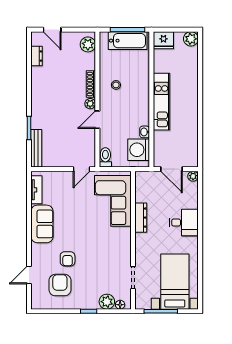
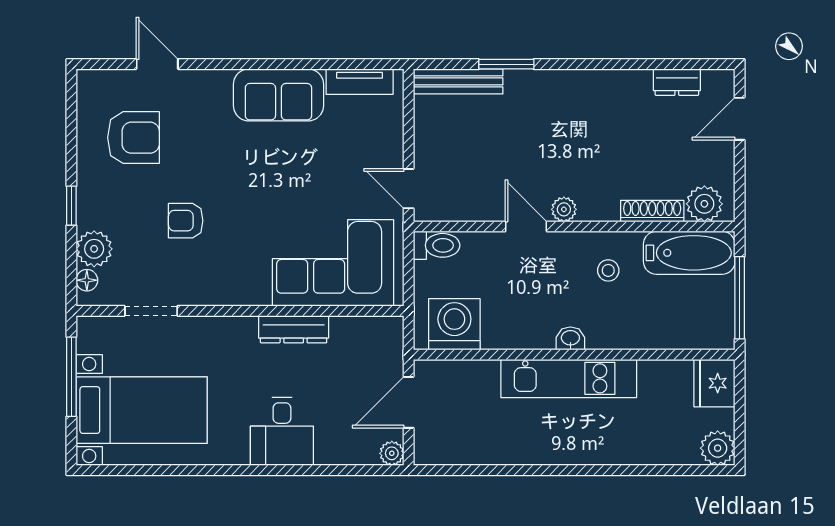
bathtub: (128, 41) -> (689, 253), moved, turned -90
shoe rack: (91, 84) -> (652, 211), moved
washbasin: (145, 132) -> (570, 338), moved
armchair: (68, 259) -> (186, 221), moved

